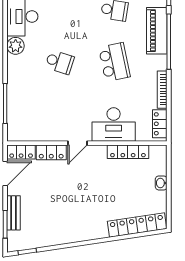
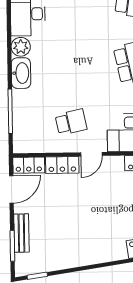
school desk: (60, 62) -> (71, 122), moved, turned -30
washbasin: (15, 69) -> (21, 73), added

